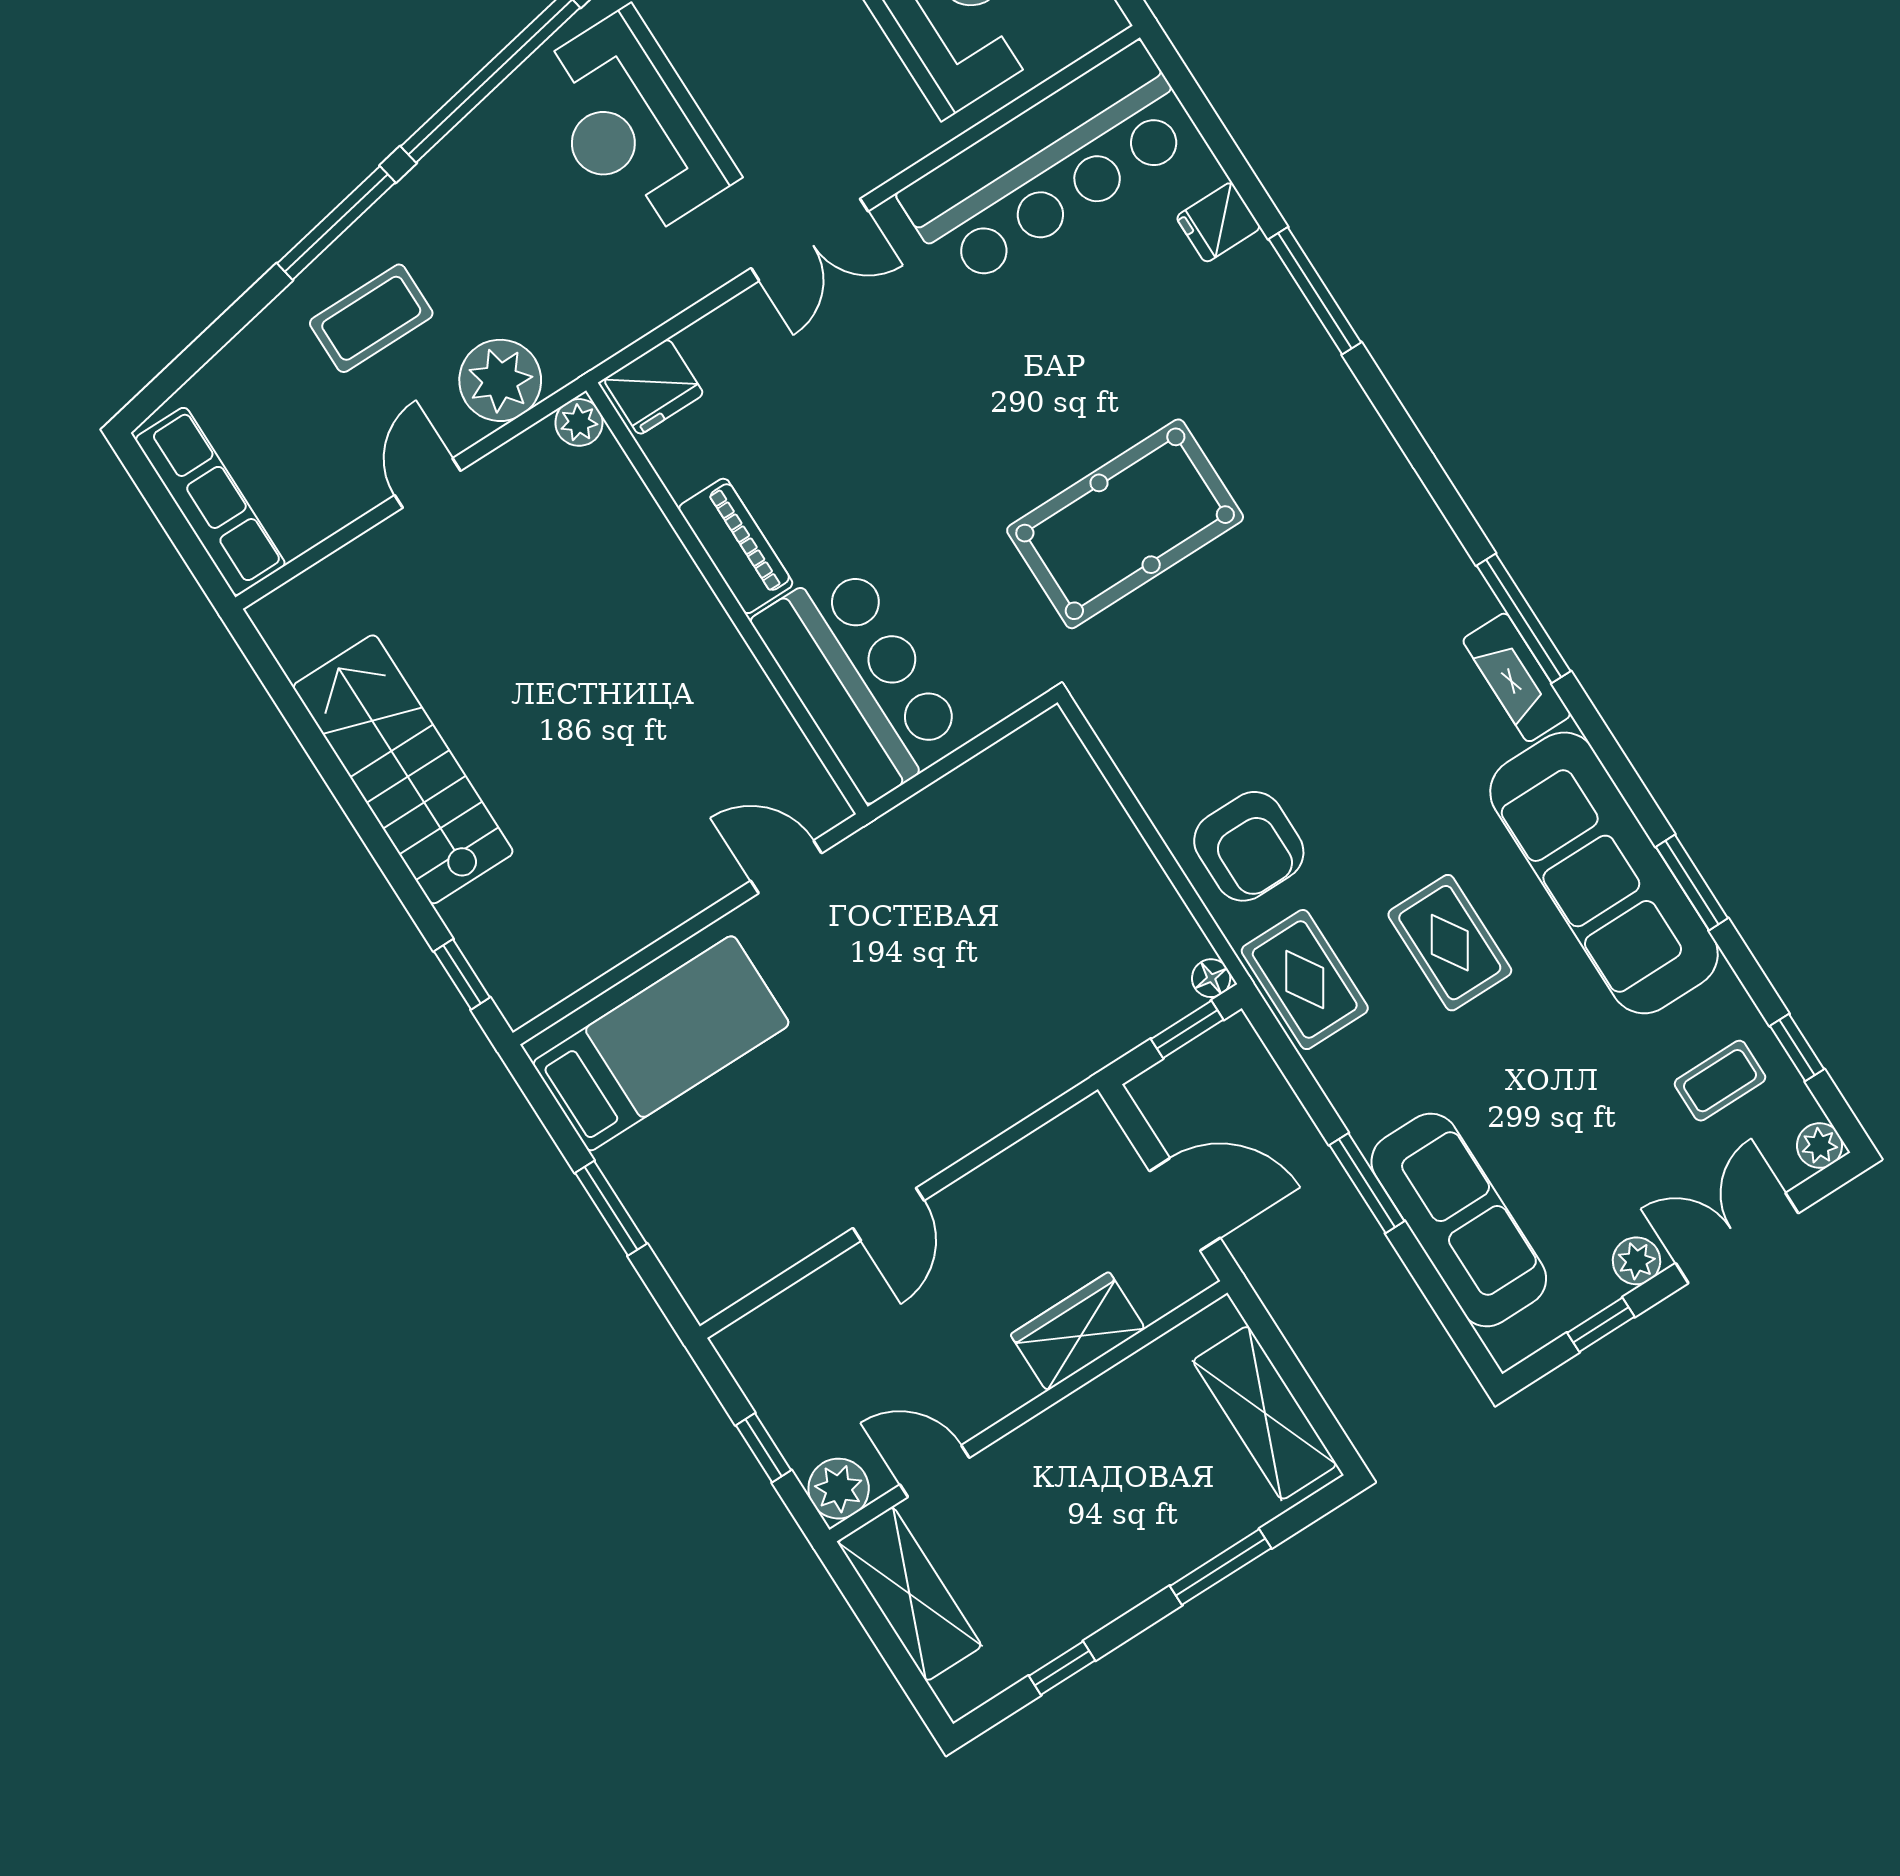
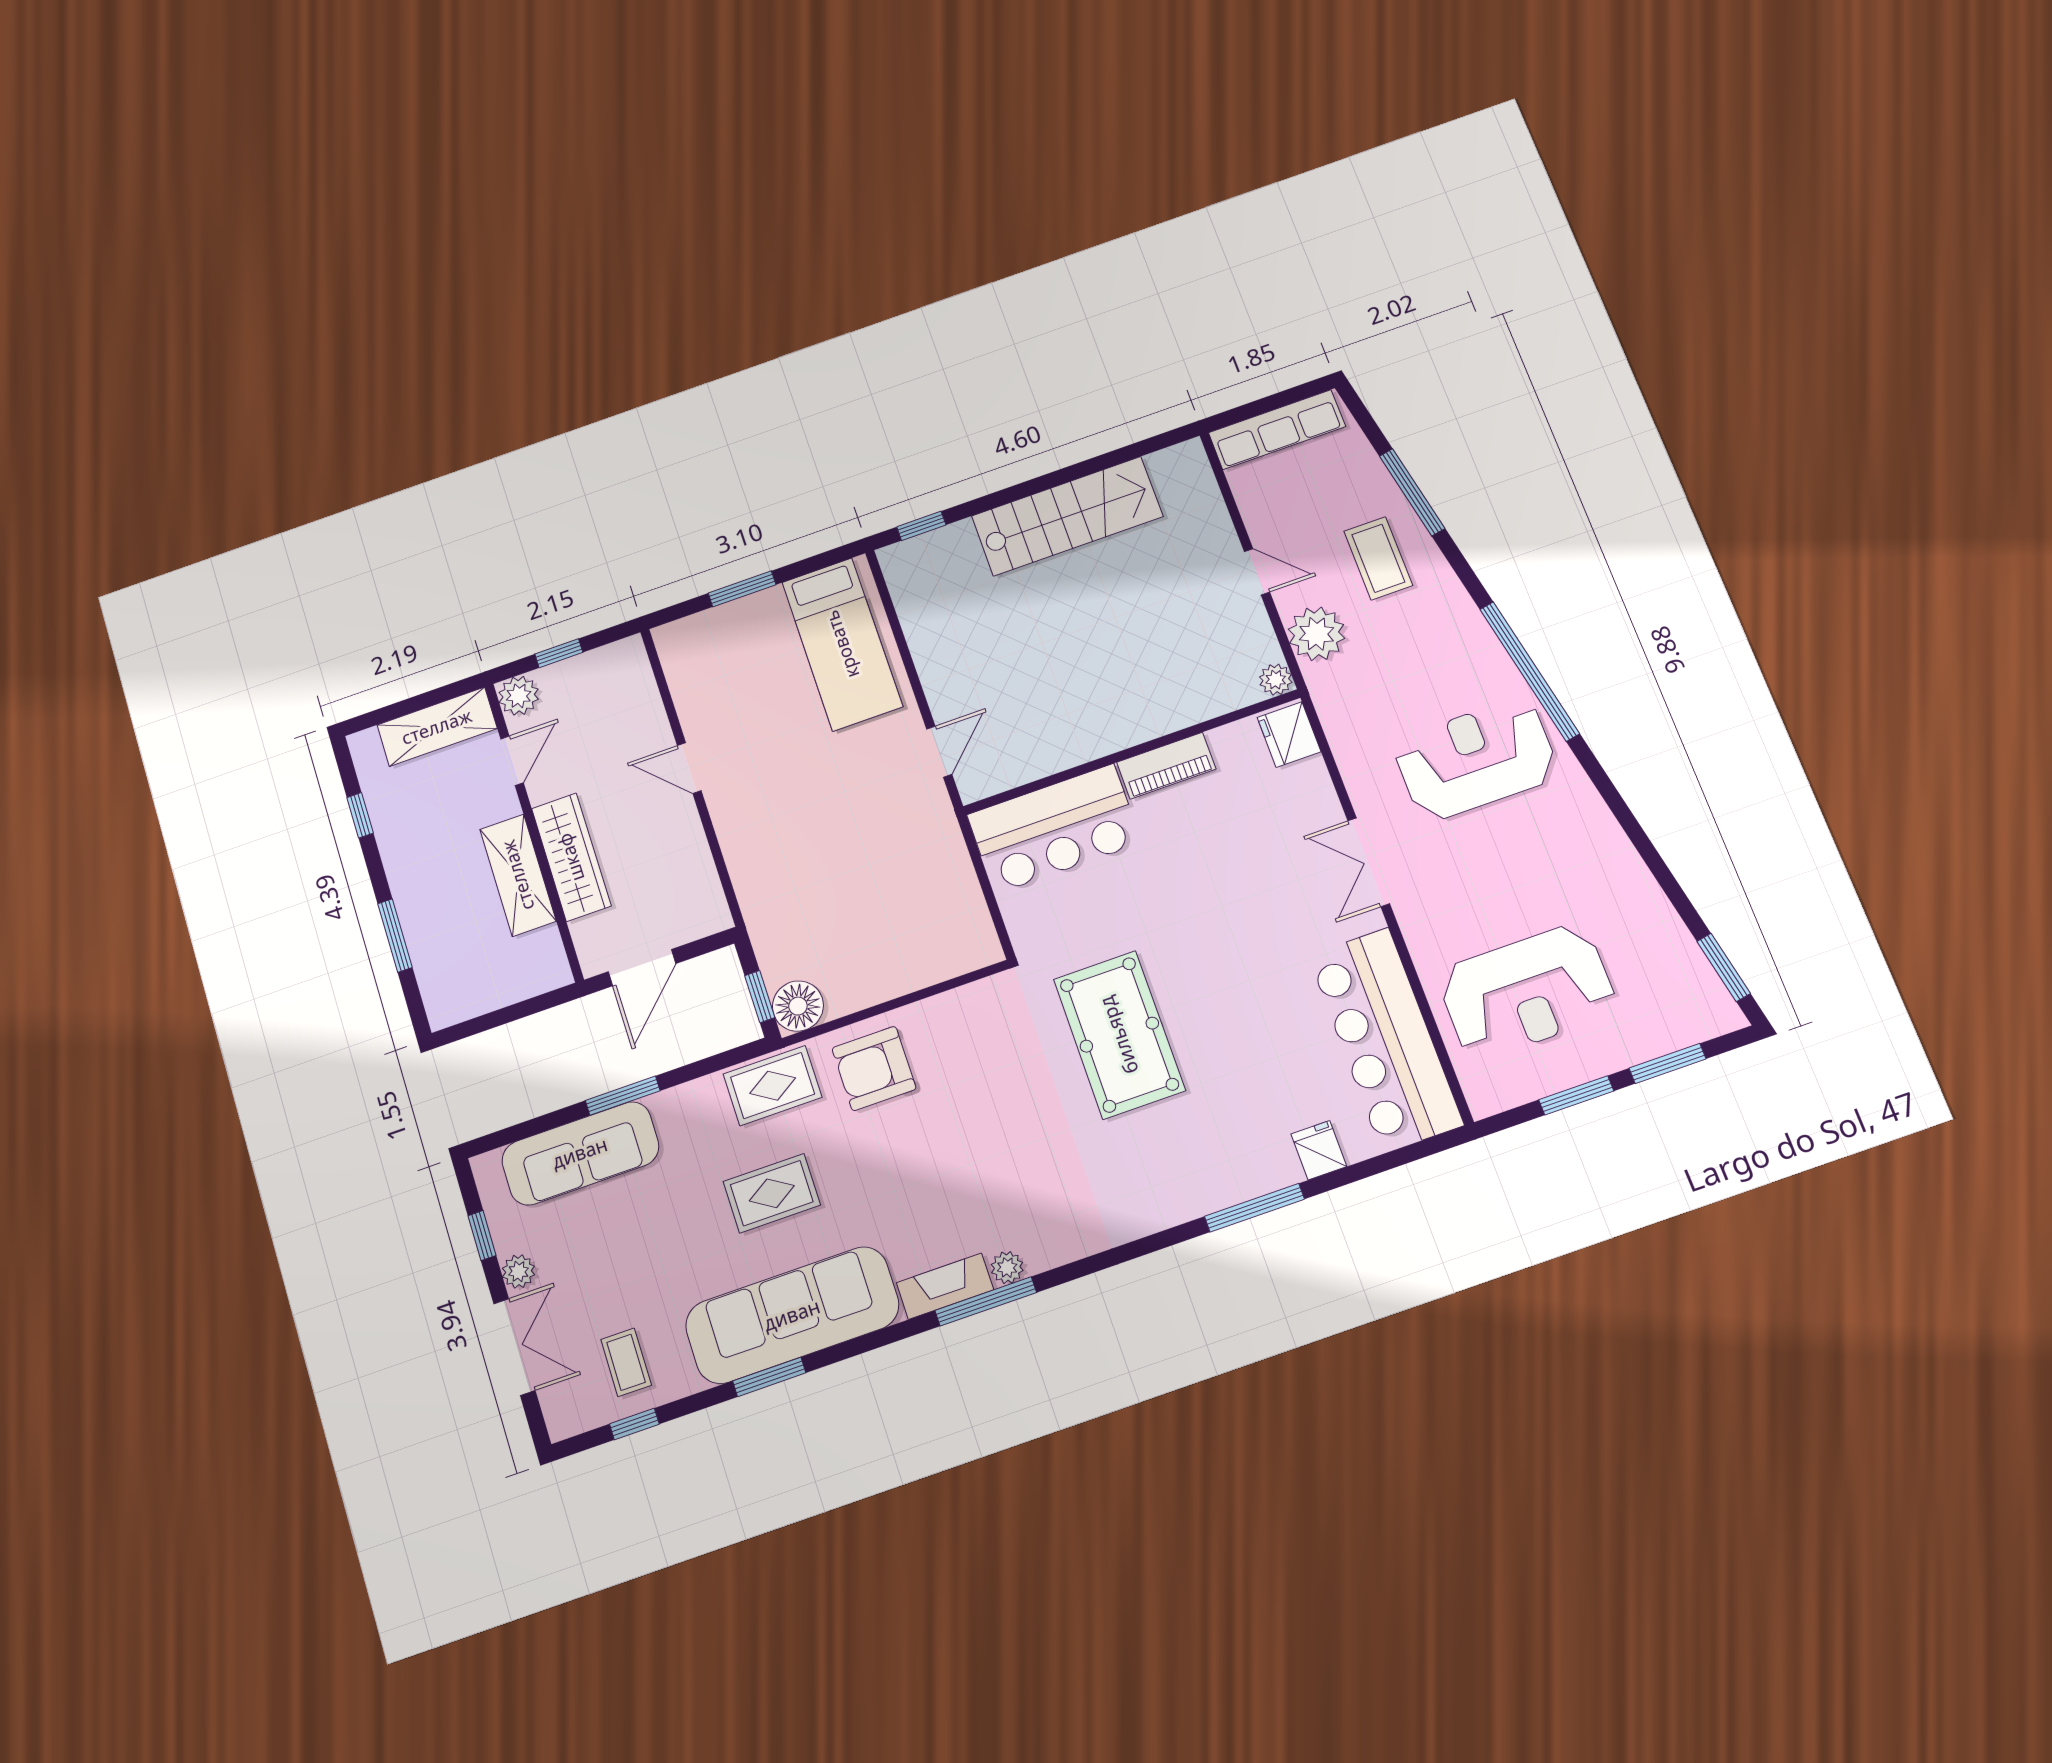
window: (336, 223) -> (1412, 492), moved
floor lamp: (1211, 978) -> (798, 1006), width x1.89, depth x1.89
plant: (1820, 1146) -> (1007, 1268), moved
wardrobe: (1078, 1331) -> (571, 857), width x1.50
shelving: (1265, 1413) -> (518, 875), moved, turned 90

